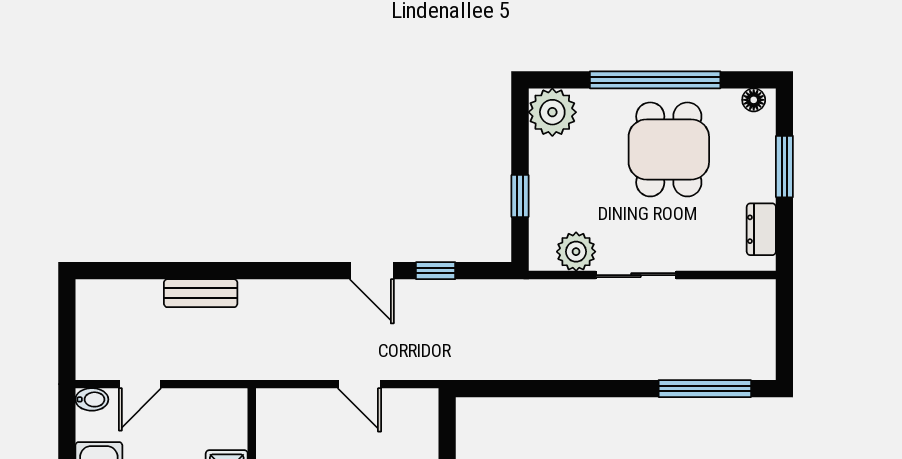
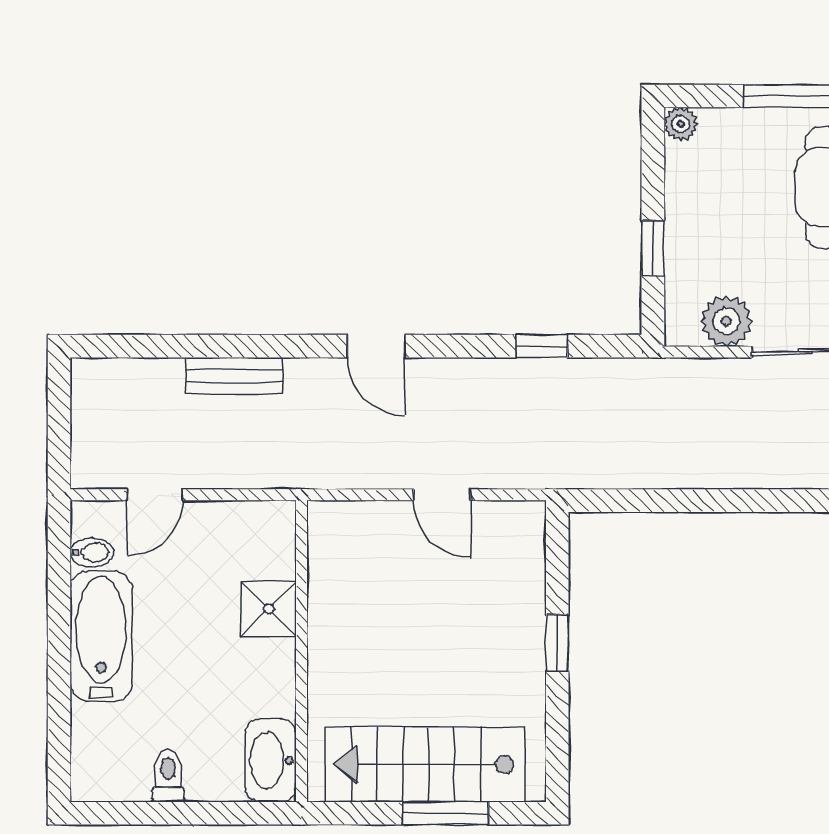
plant: (552, 112) -> (681, 124), width x0.53, depth x0.53
door: (372, 271) -> (376, 346), moved
bidet: (92, 399) -> (92, 552), moved

